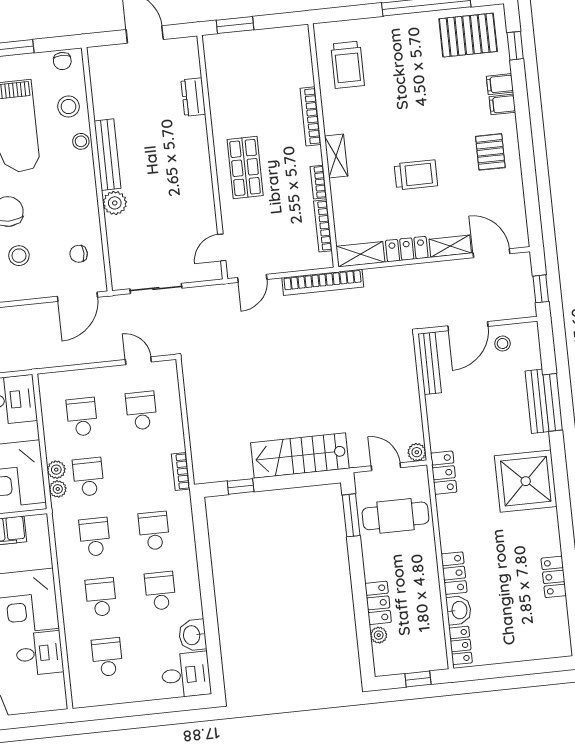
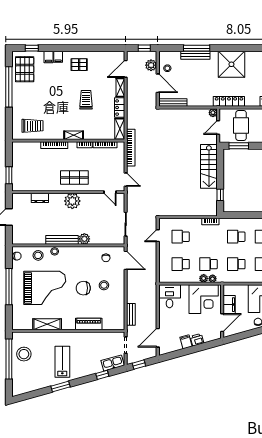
plant: (194, 168) -> (72, 201), added
plant: (505, 308) -> (151, 65), added
locker: (444, 473) -> (229, 101), width x1.53

